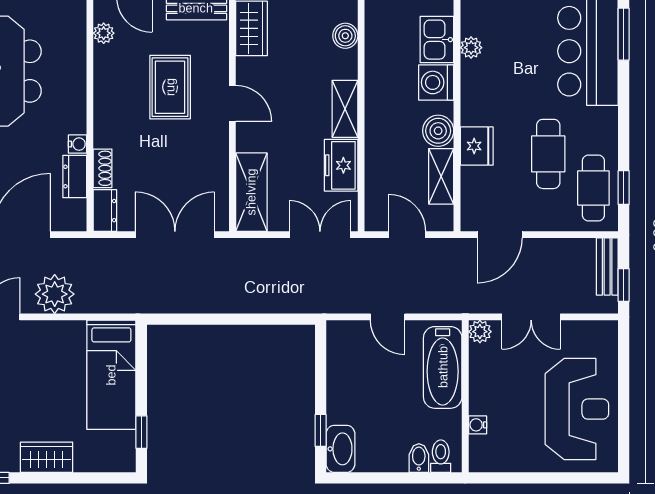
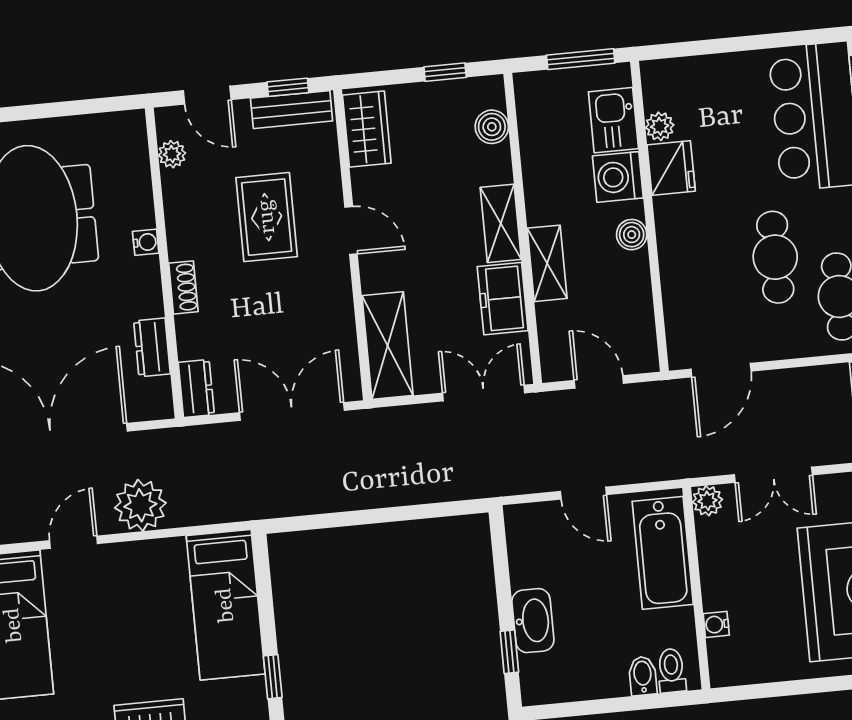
boiler: (438, 131) -> (632, 235), width x0.73, depth x0.73
water cooler: (78, 144) -> (146, 242), moved
fridge: (477, 146) -> (671, 168), moved
shoe rack: (103, 168) -> (183, 287), moved
shelving: (441, 176) -> (547, 263), moved
washbasin: (340, 449) -> (533, 621), moved

